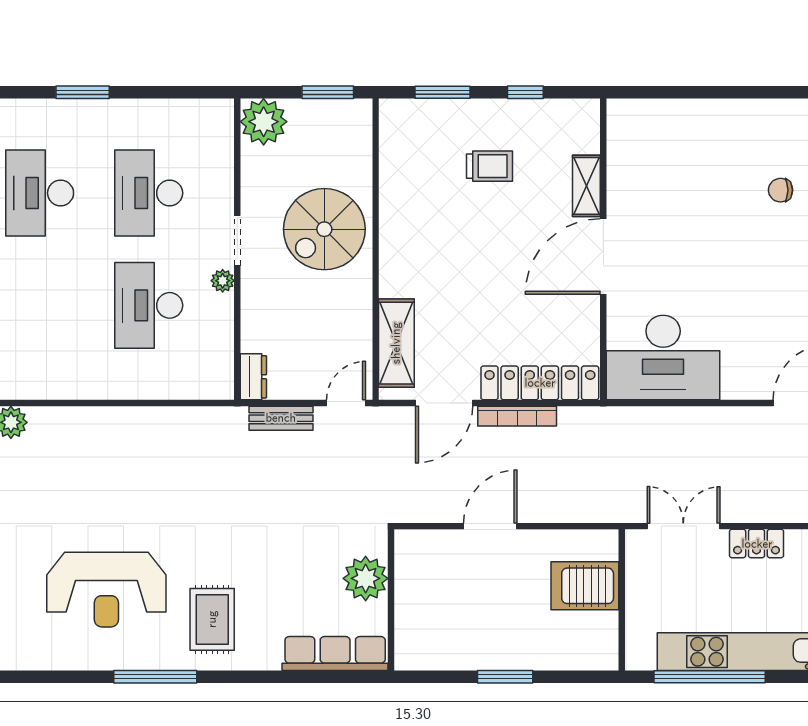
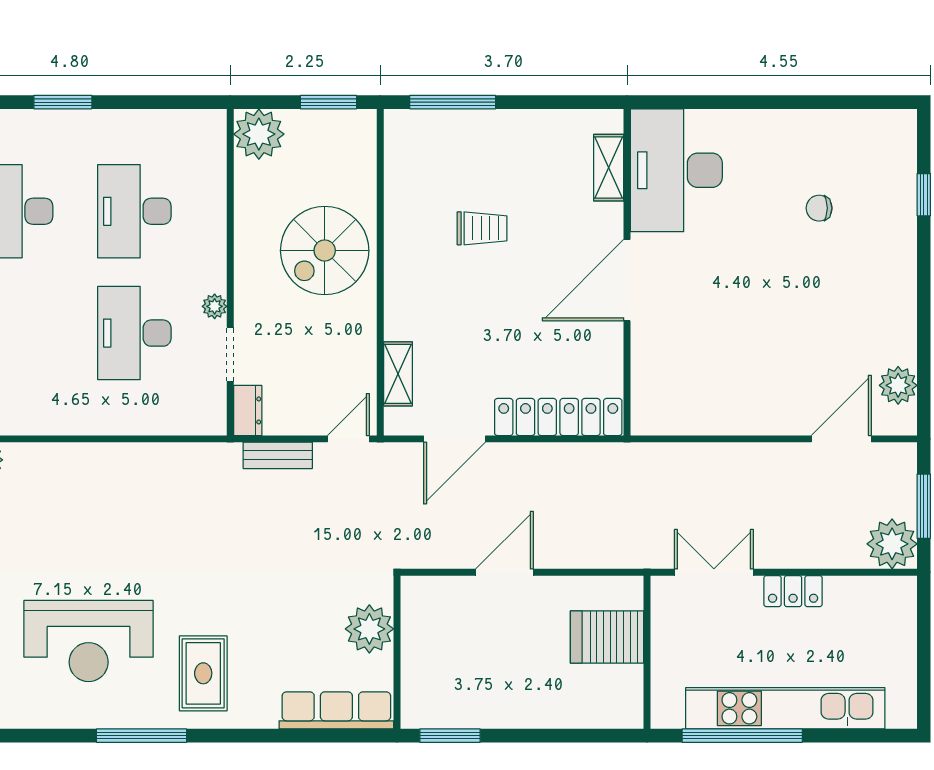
window: (442, 92) -> (453, 102), width x1.44
window: (525, 92) -> (543, 102), removed
trolley: (489, 166) -> (482, 228), moved
shelving: (586, 186) -> (609, 168), moved
doorway: (237, 241) -> (230, 354), moved
shelving: (396, 343) -> (398, 374), width x0.67, depth x0.75
desk: (663, 358) -> (676, 170), moved, turned 90
bookcase: (517, 416) -> (534, 453), removed
window: (505, 677) -> (450, 736), moved

